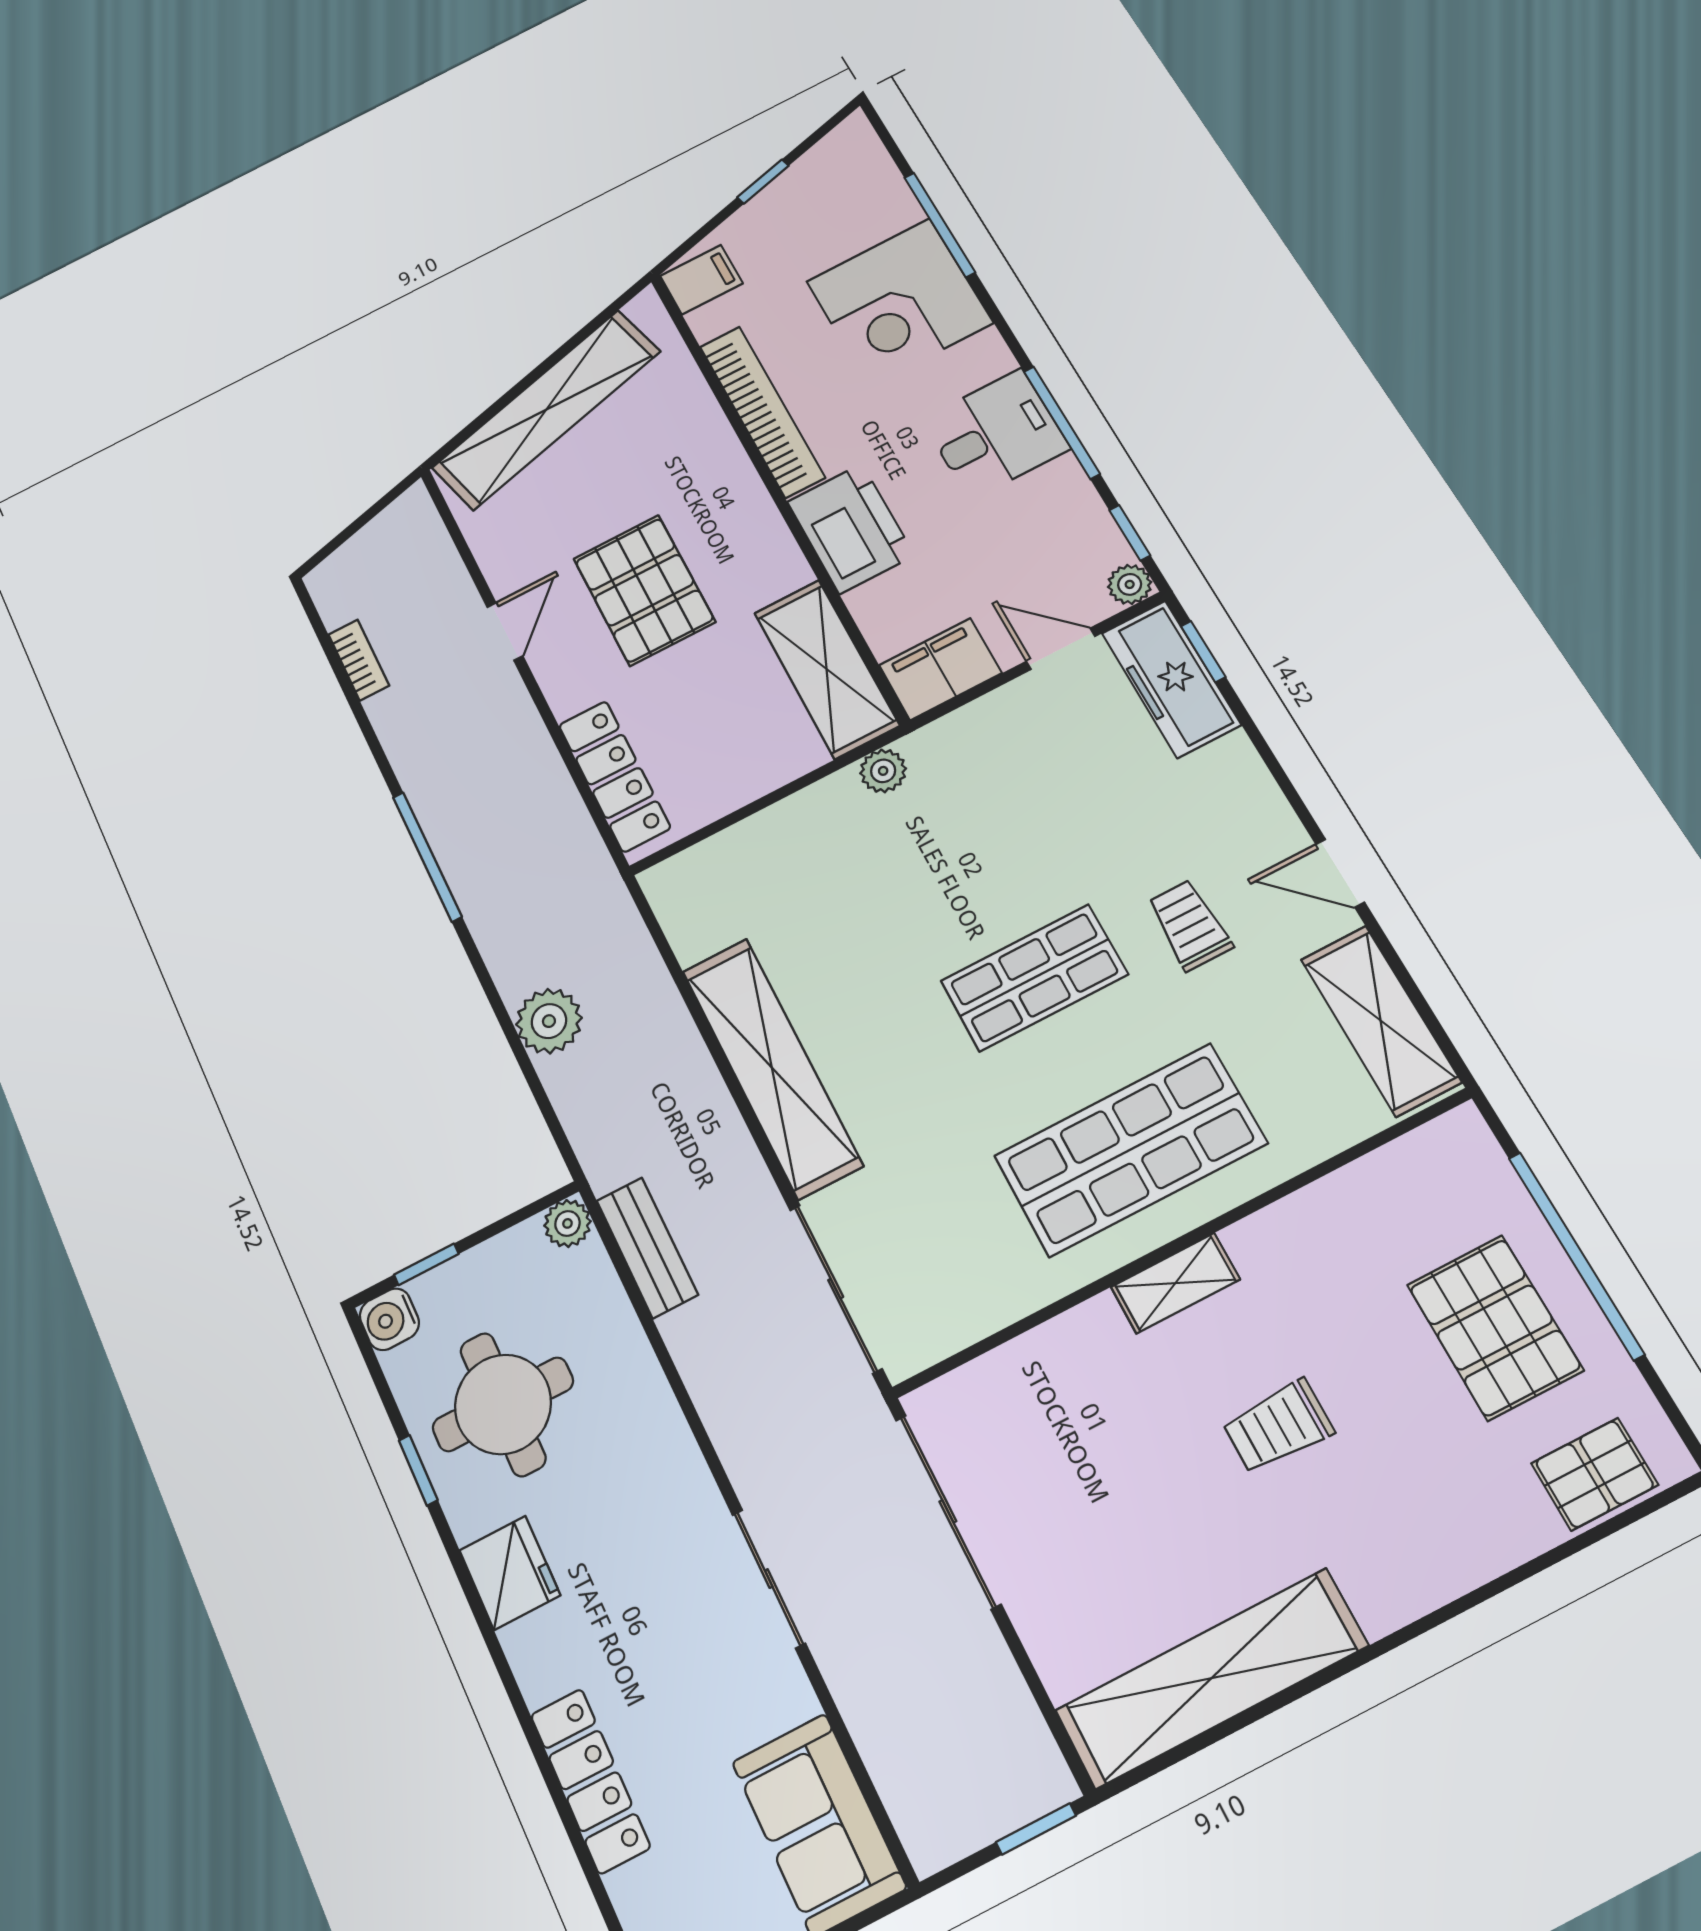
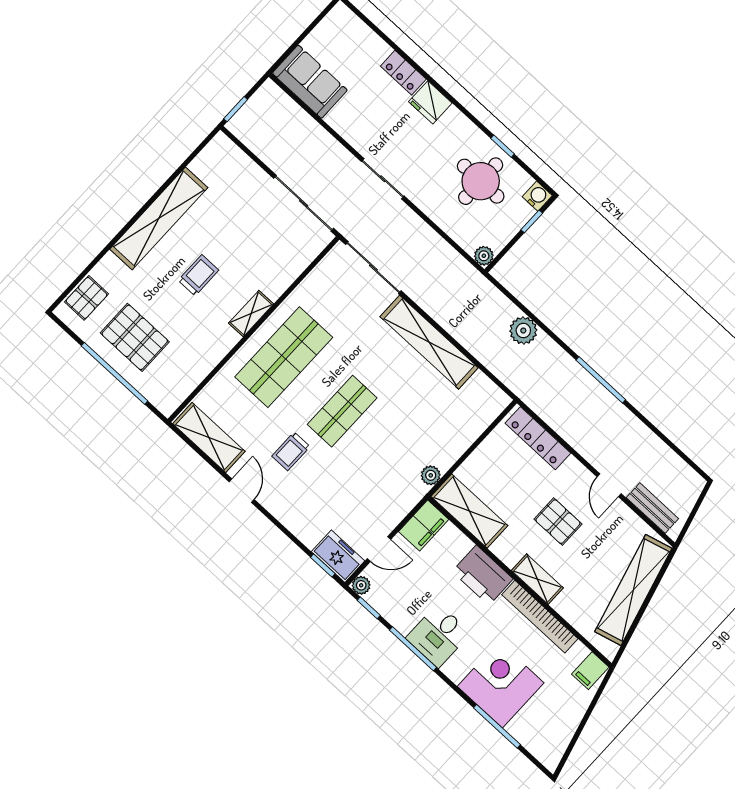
window: (763, 182) -> (582, 726), removed
shelving: (736, 487) -> (537, 579), added
pallet: (644, 590) -> (558, 522), width x0.67, depth x0.71
bookcase: (359, 660) -> (666, 453), removed
freezer: (1171, 679) -> (338, 556), width x0.71
door: (1340, 873) -> (242, 491), hinge flipped
trolley: (1190, 925) -> (291, 451), turned 90
bench: (647, 1248) -> (652, 508), moved
fridge: (510, 1573) -> (430, 102), moved
sliding door: (769, 1579) -> (383, 179), moved
shelving: (1212, 1678) -> (159, 218), moved
locker: (590, 1781) -> (403, 73), width x0.66

